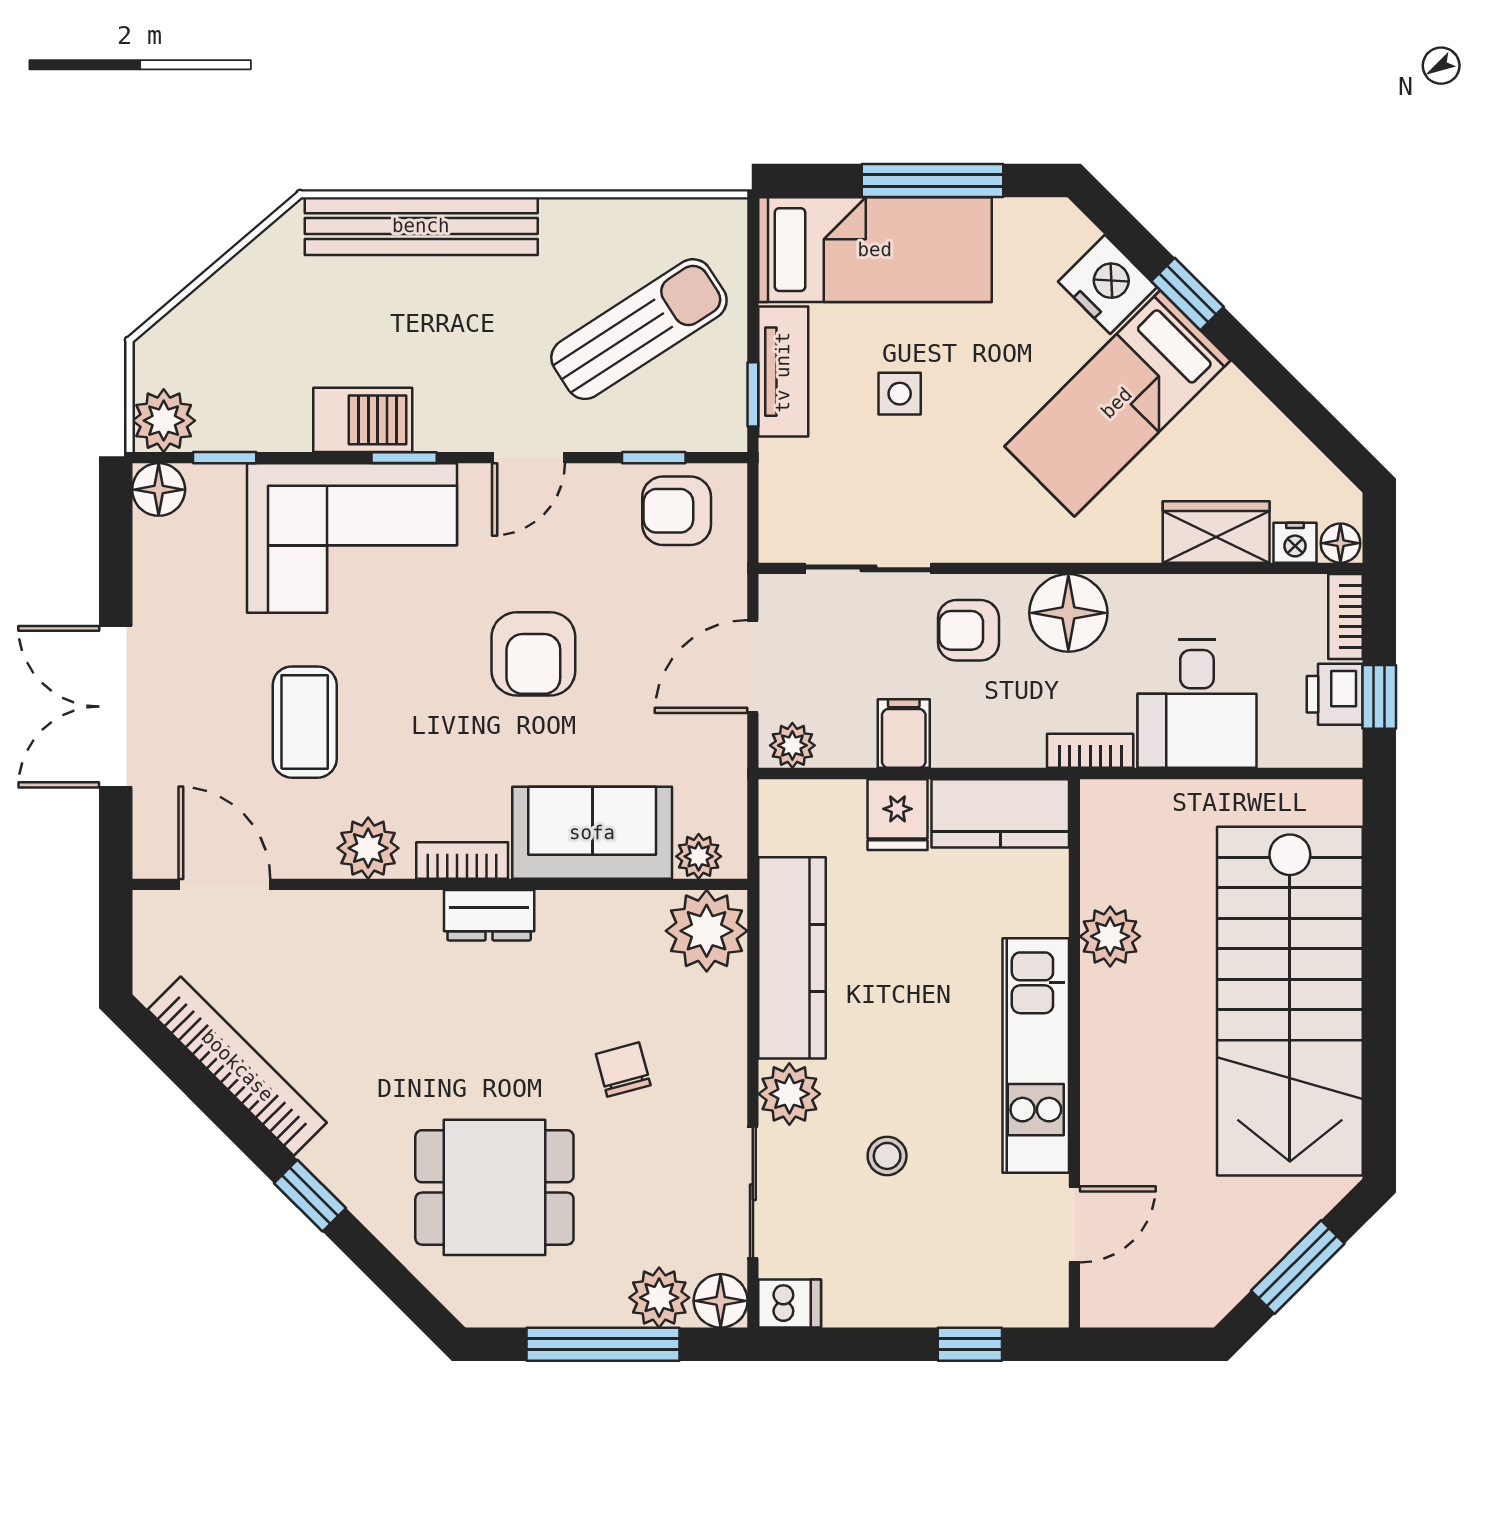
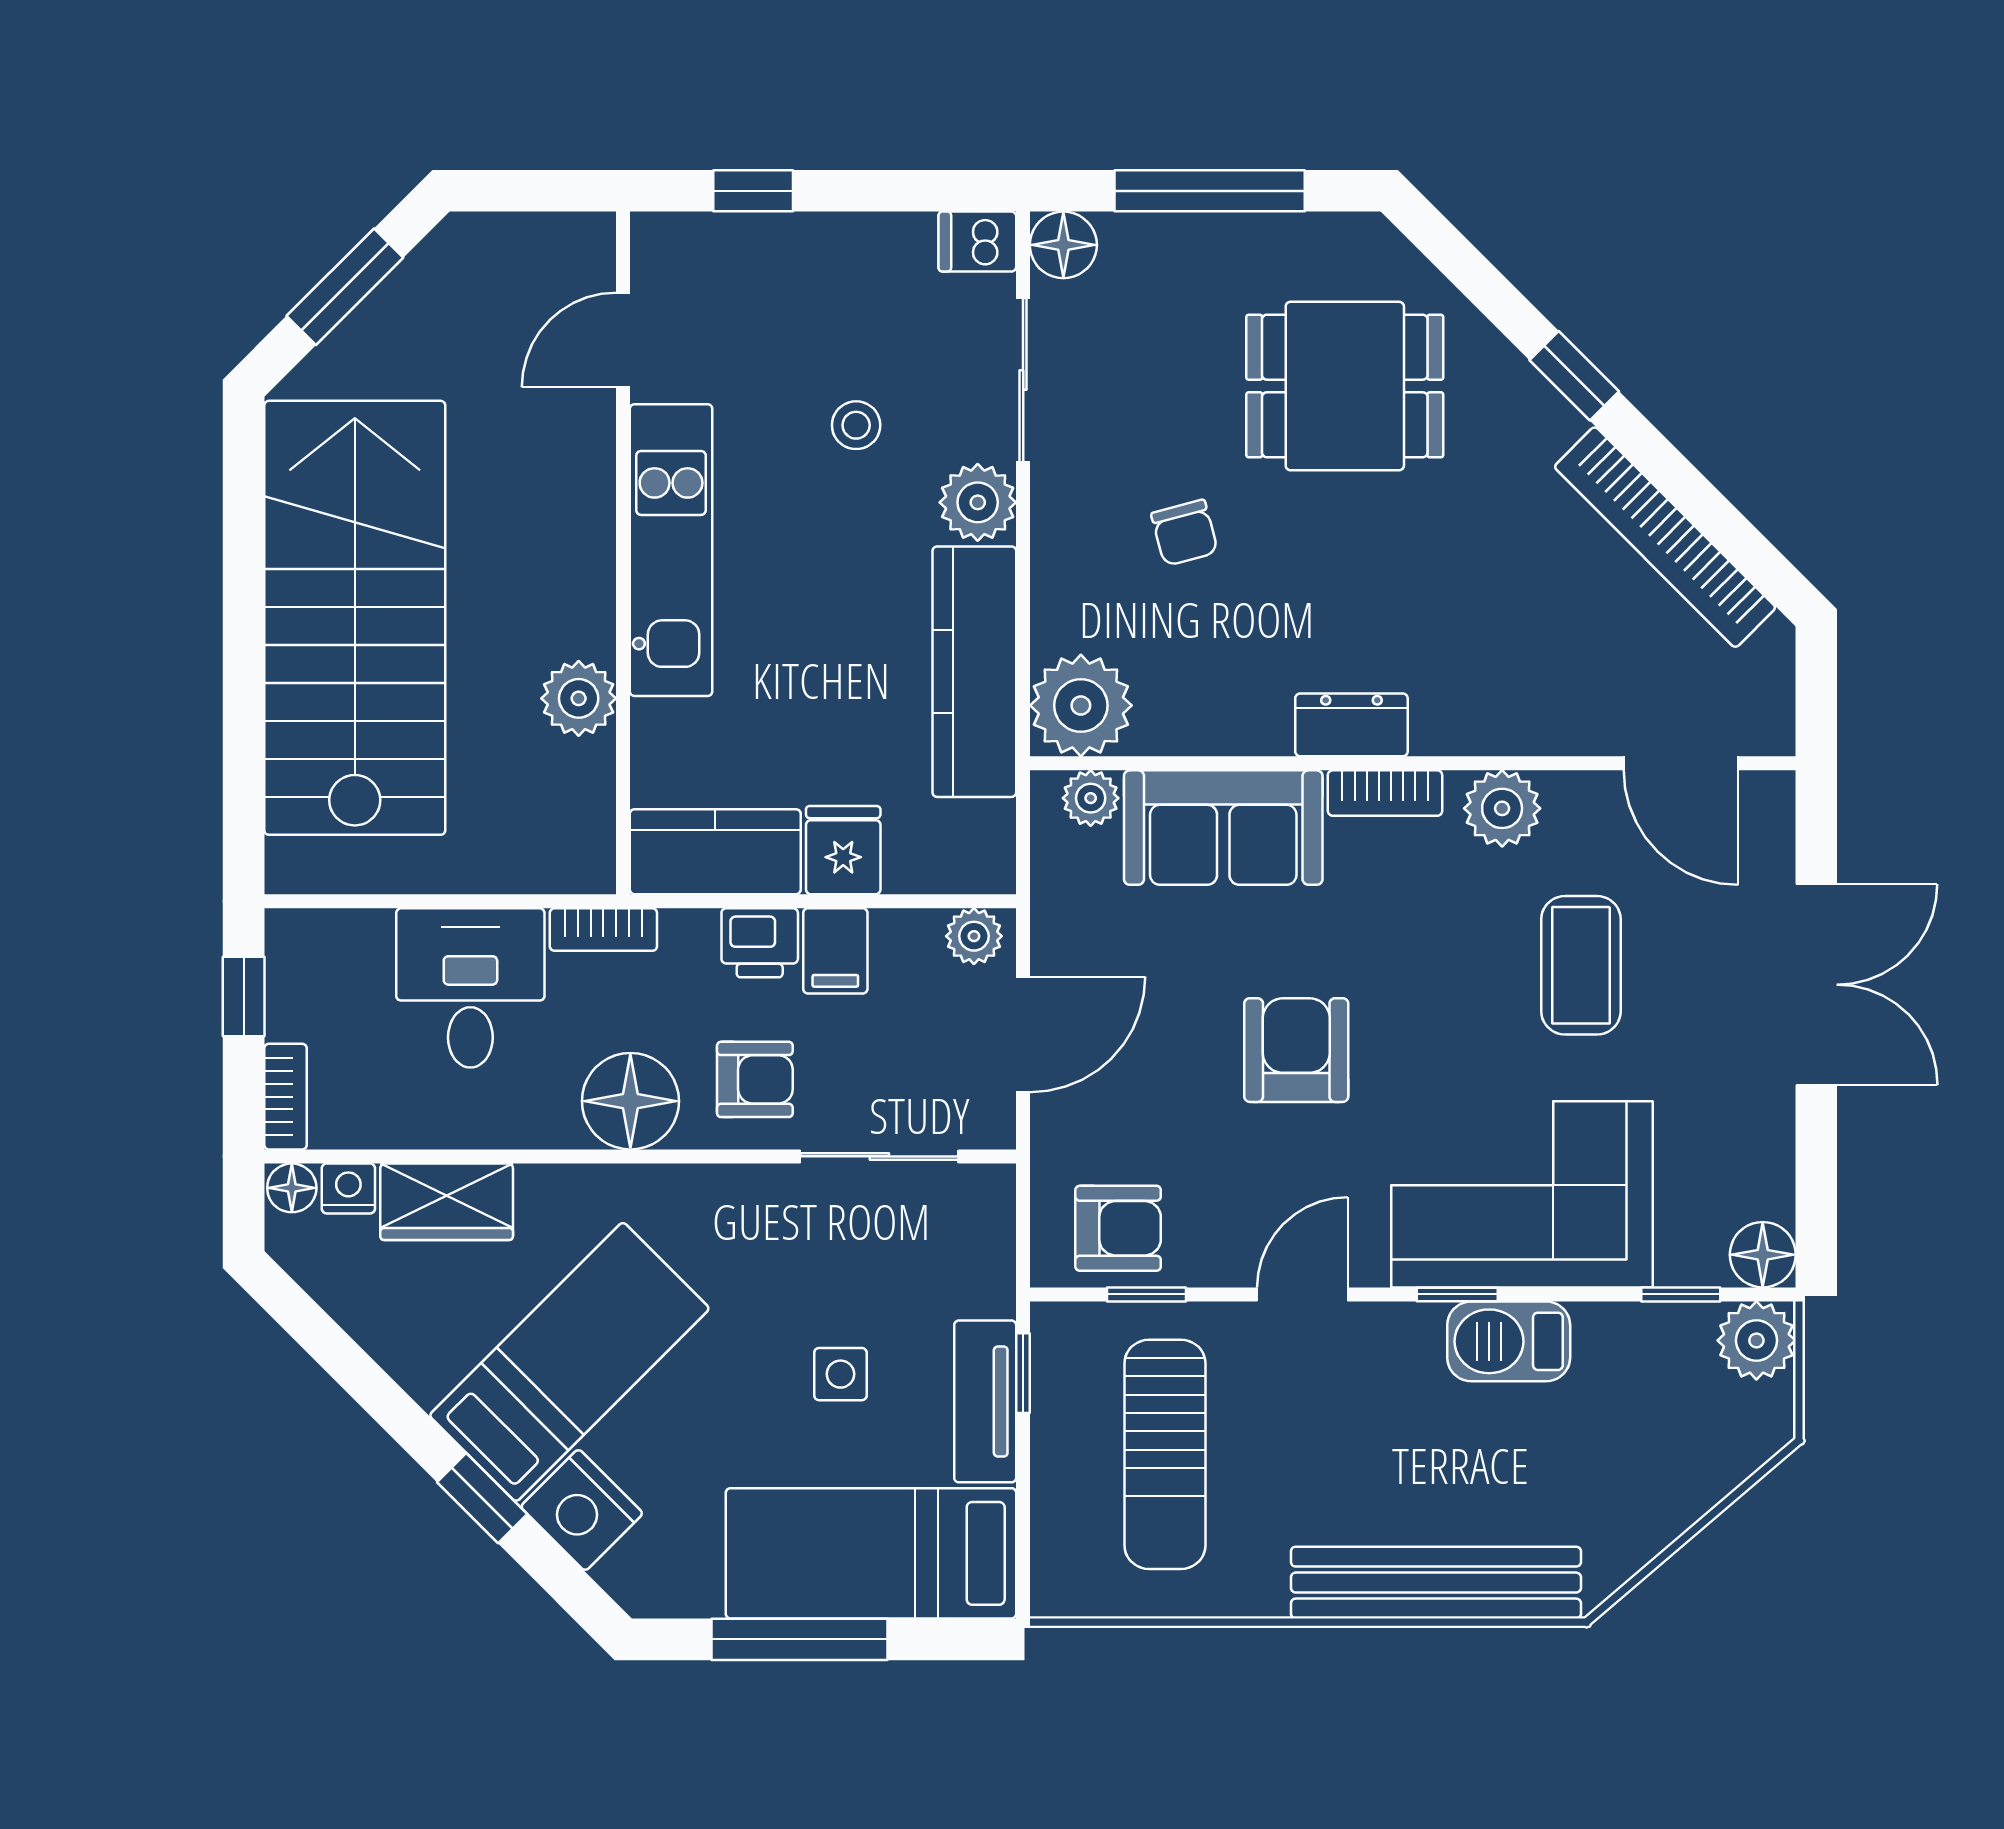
sun lounger: (639, 329) -> (1165, 1454), turned -57
printer: (1335, 694) -> (760, 943), moved, turned 90
plant: (659, 1298) -> (1140, 249), removed

